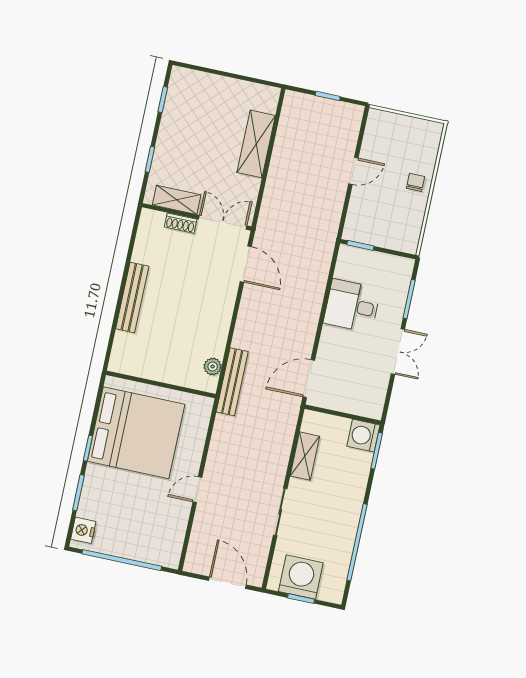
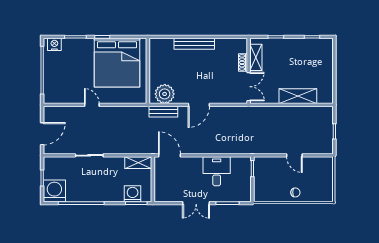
door: (246, 264) -> (199, 105), moved
plant: (213, 366) -> (165, 94), width x1.88, depth x1.88
bench: (232, 382) -> (163, 112), width x0.73
washing machine: (363, 436) -> (133, 194), moved
shelving: (305, 456) -> (138, 163), moved
washing machine: (301, 577) -> (54, 191), moved, turned -90

